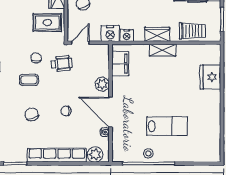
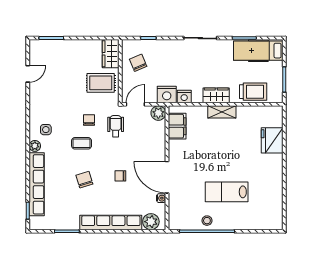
wheelchair: (61, 64) -> (116, 126), turned -84
plant: (102, 84) -> (158, 113), moved
lab bench: (167, 126) -> (227, 192), turned 180

